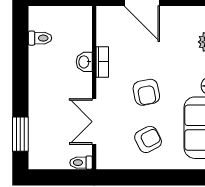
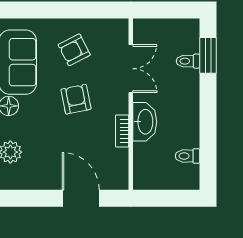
washbasin: (84, 62) -> (145, 122), width x1.91, depth x1.45
toilet: (81, 163) -> (188, 61), moved, turned 180

